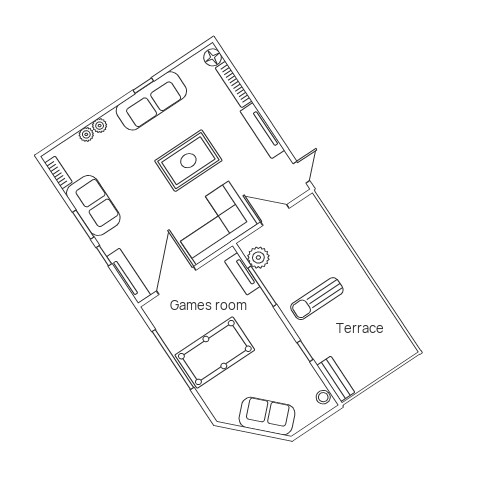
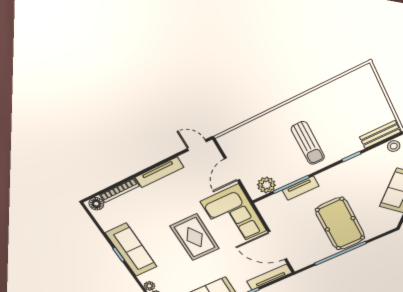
rug: (188, 161) -> (195, 237), moved
tv unit: (242, 274) -> (301, 188), moved

